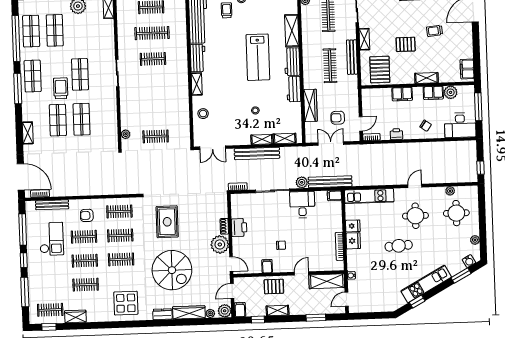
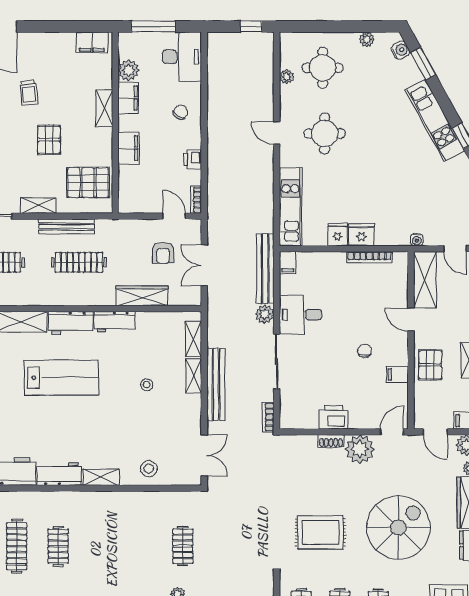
cafe table: (399, 246) -> (372, 162), removed

